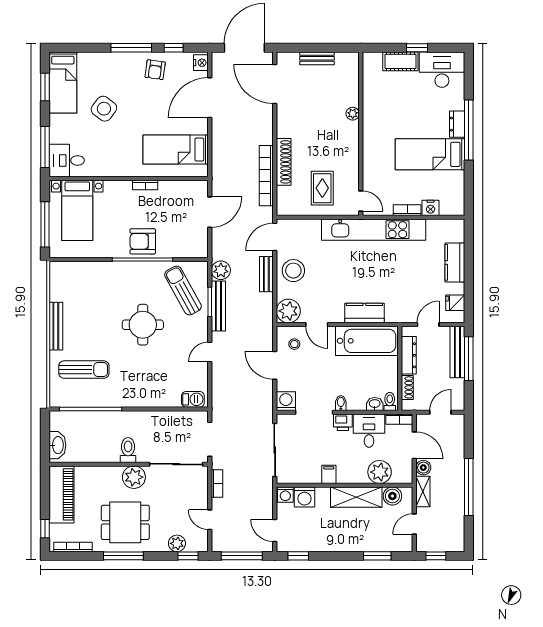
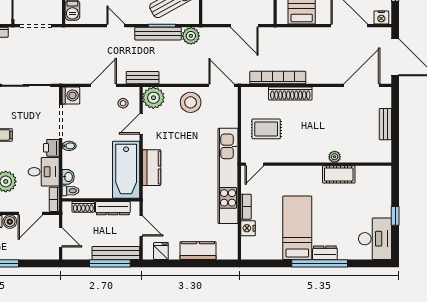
cot: (400, 61) -> (339, 174), moved, turned 90
bench: (266, 274) -> (143, 78), moved

